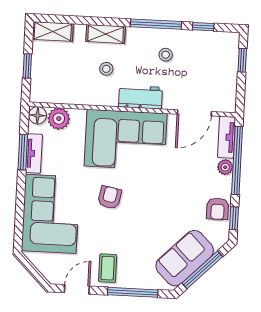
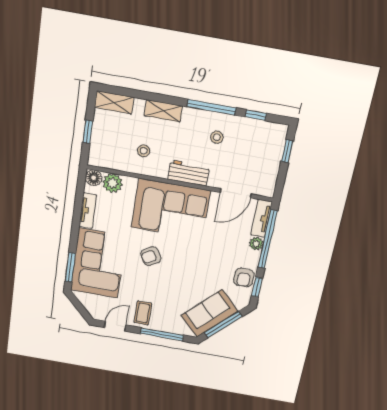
stool: (106, 69) -> (144, 151), moved
window: (23, 152) -> (70, 267), moved
armchair: (110, 197) -> (151, 256), turned -132

